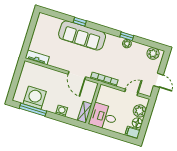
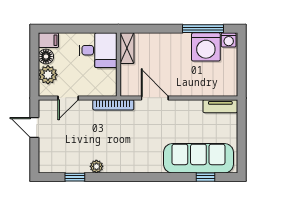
window: (80, 22) -> (206, 177), moved
sofa: (82, 35) -> (198, 158), moved
window: (127, 36) -> (75, 177), moved
plant: (153, 53) -> (54, 164), removed
washing machine: (62, 111) -> (229, 40), moved

